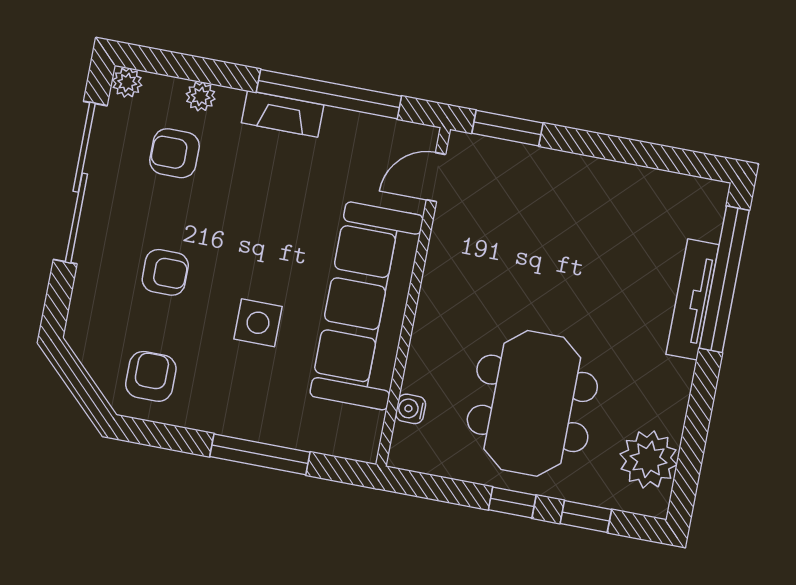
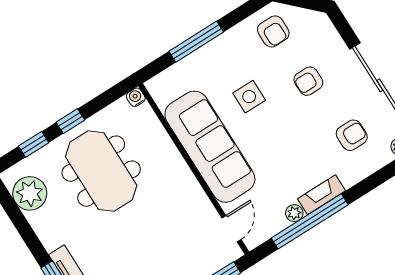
plant: (201, 96) -> (294, 213), moved
water cooler: (411, 409) -> (136, 97), moved, turned -90

